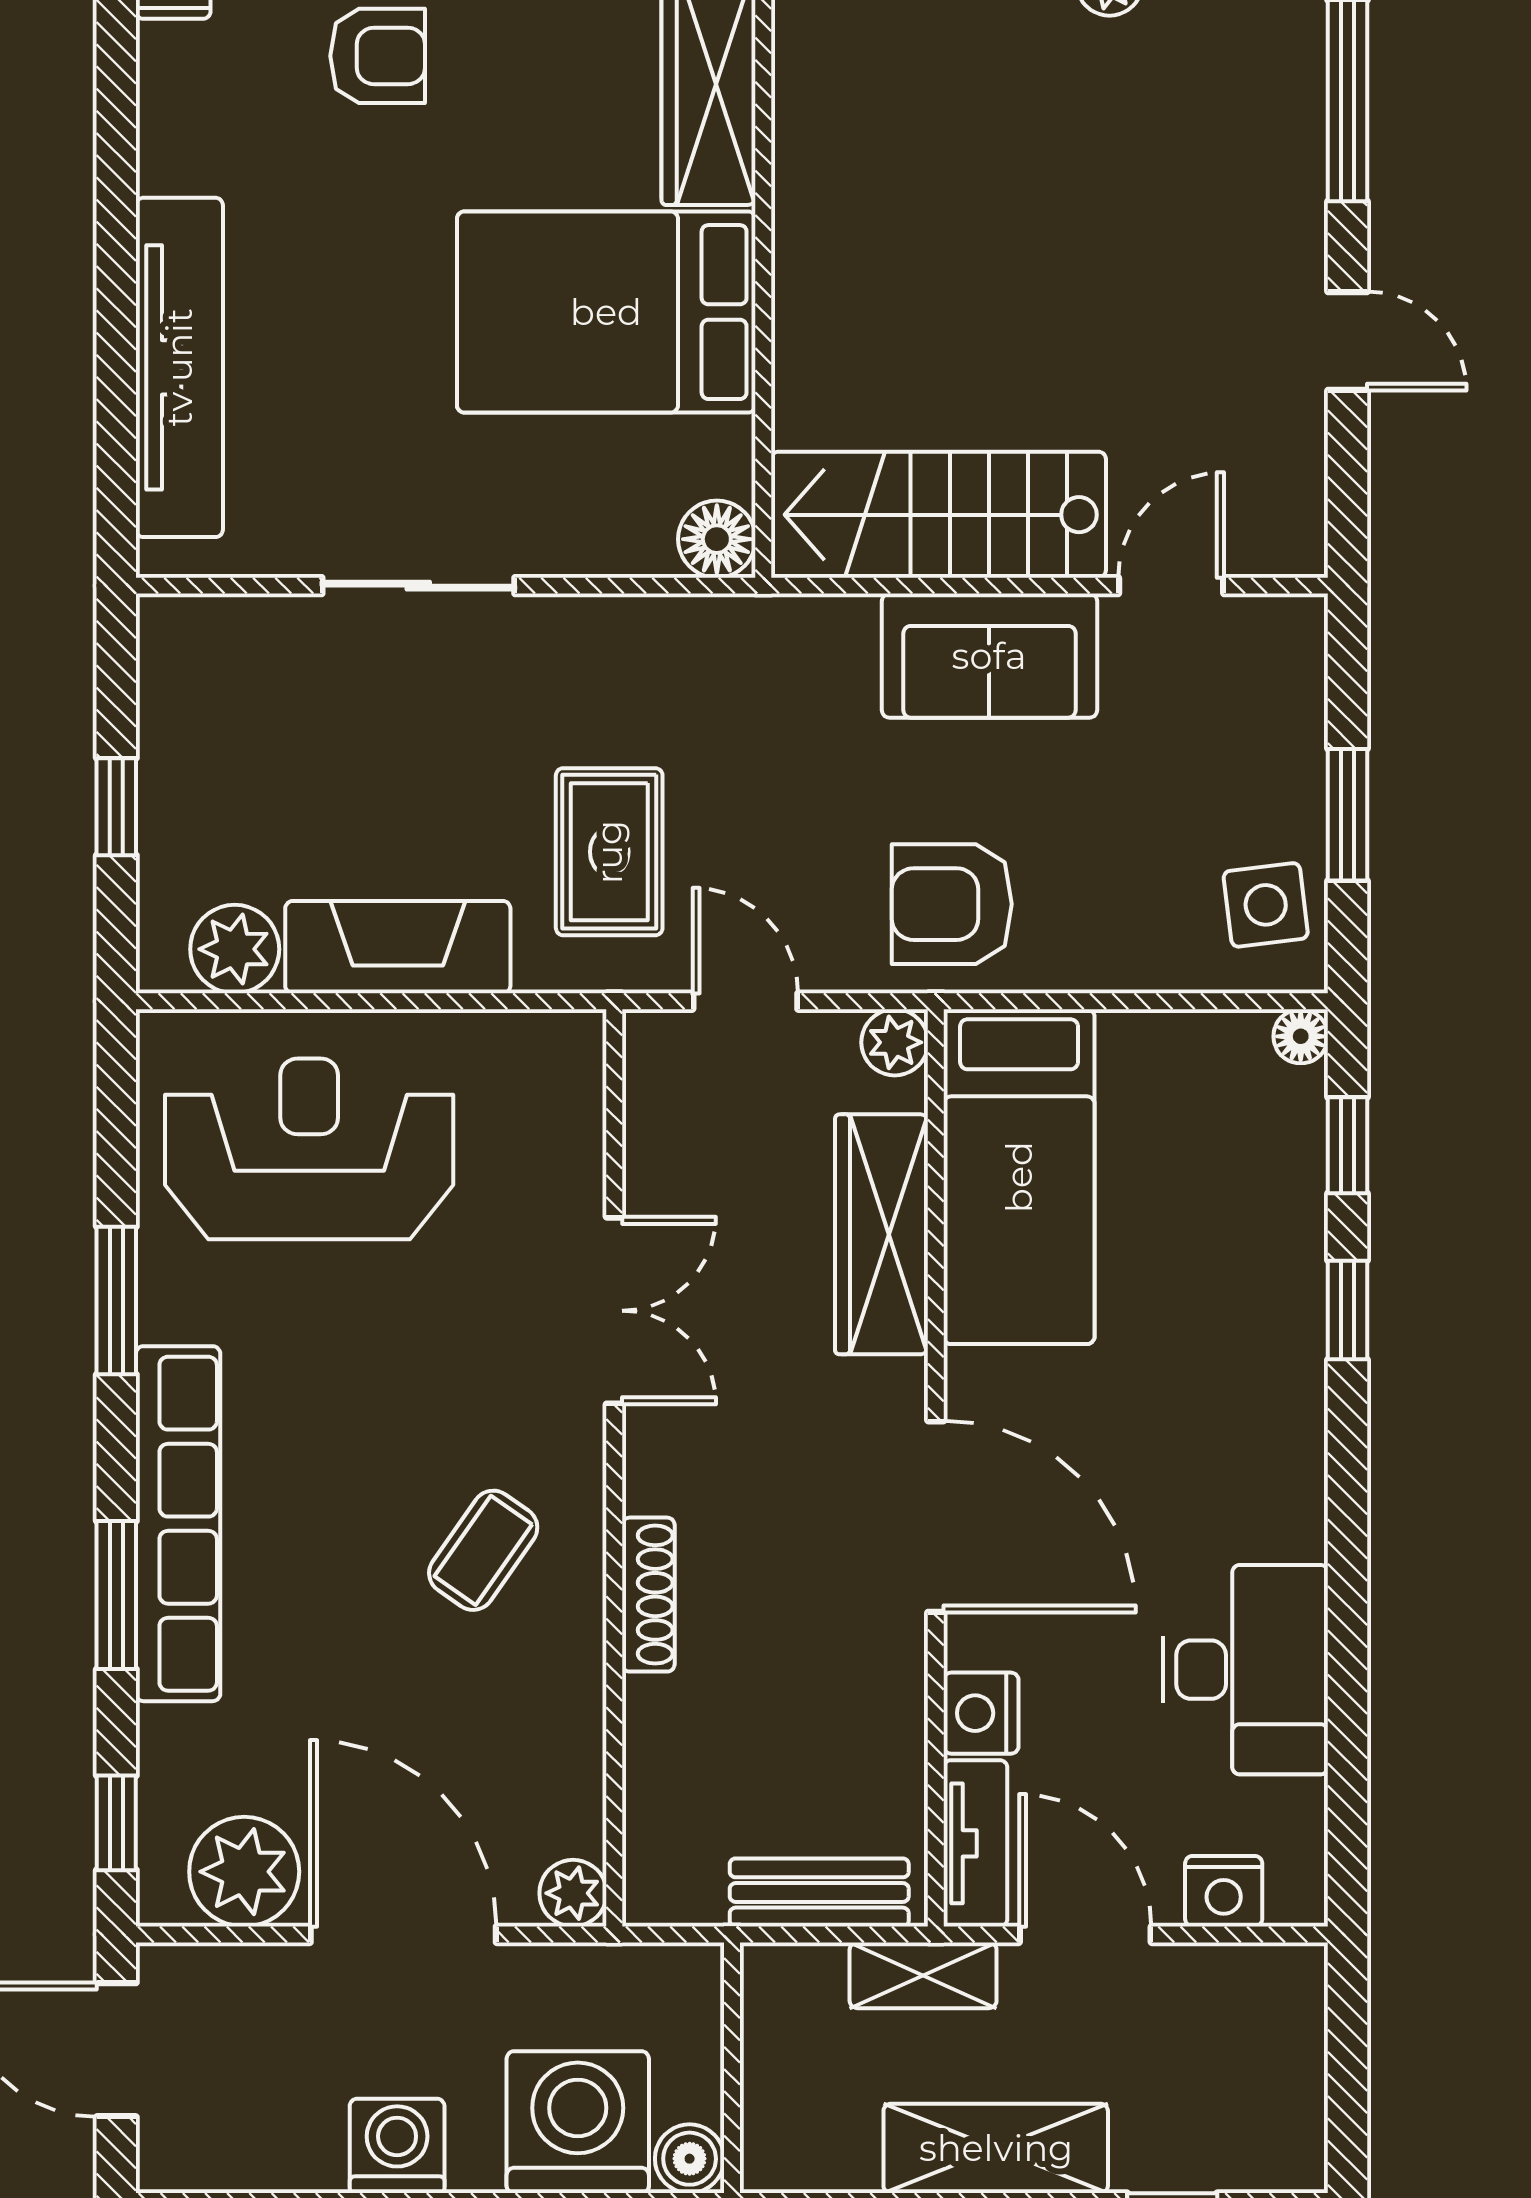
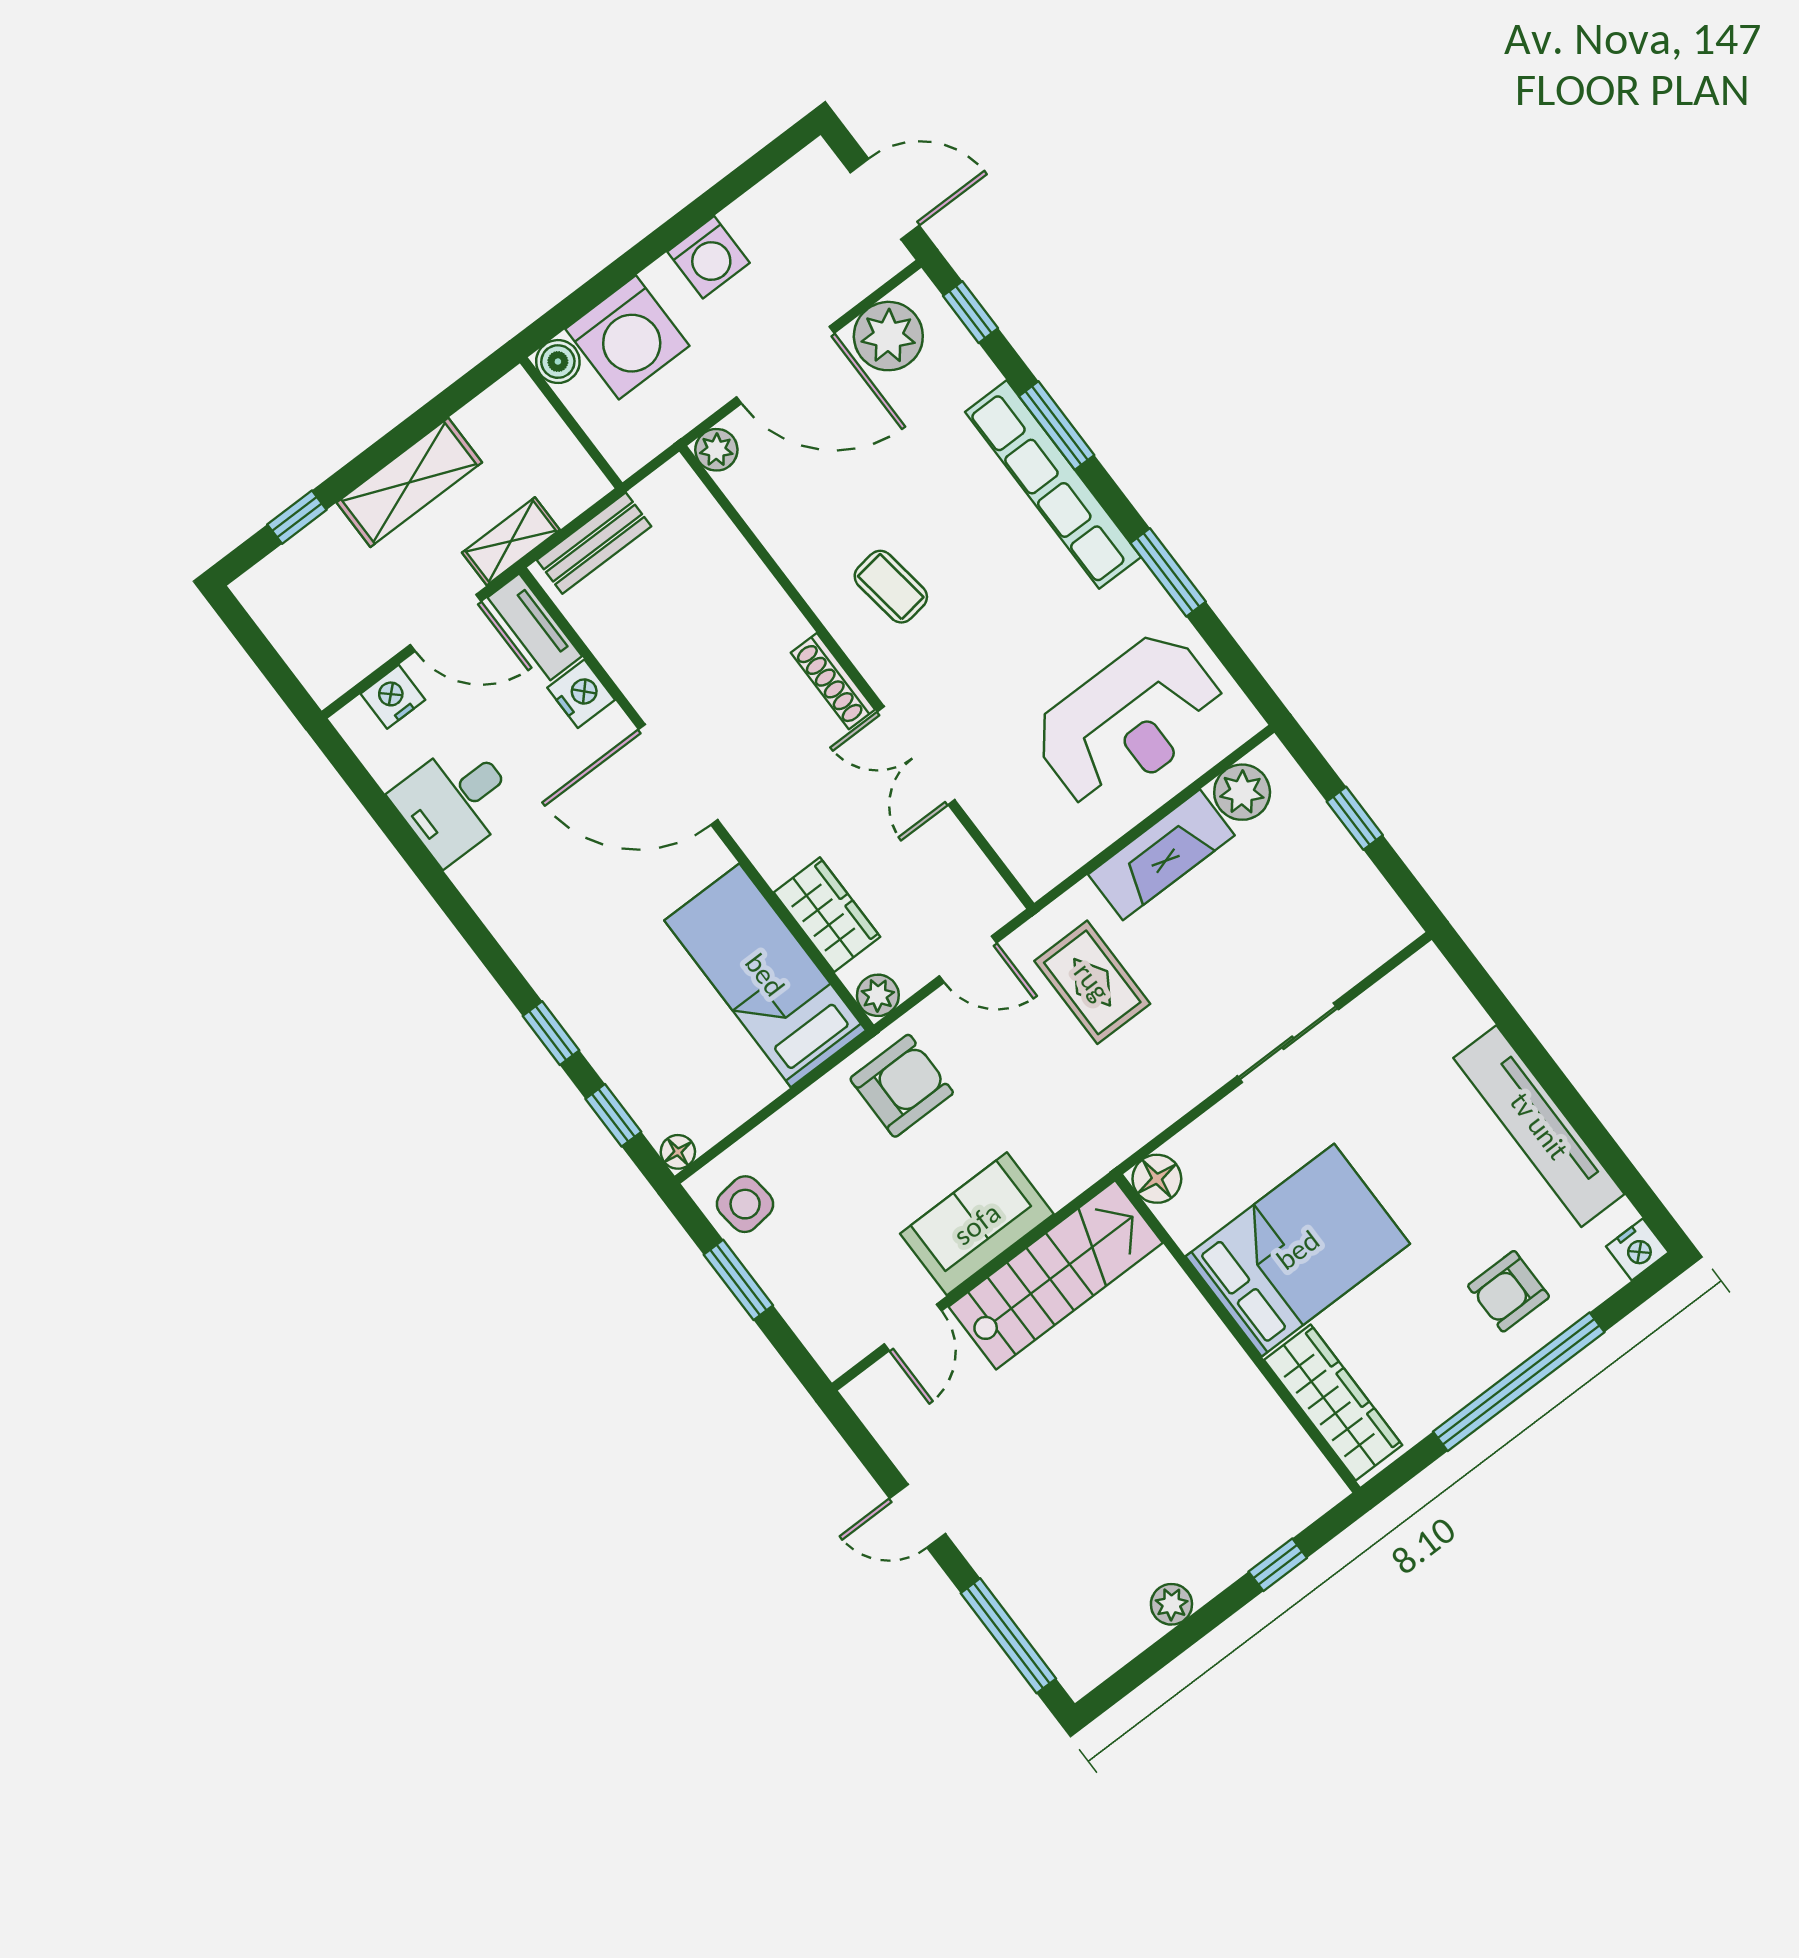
tv unit: (179, 367) -> (1539, 1126), moved
wardrobe: (882, 1234) -> (827, 915), width x0.67
coffee table: (483, 1550) -> (891, 587), turned -43
shoe rack: (648, 1595) -> (833, 681), moved
desk: (1246, 1670) -> (455, 801), width x0.73

